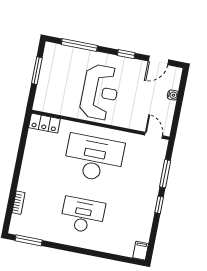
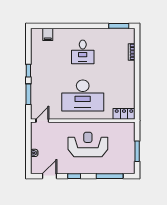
reception desk: (100, 92) -> (88, 145), turned 90
door: (154, 135) -> (42, 121), swing flipped
desk: (83, 215) -> (83, 52), width x0.73
filing cabinet: (141, 251) -> (48, 34), moved

